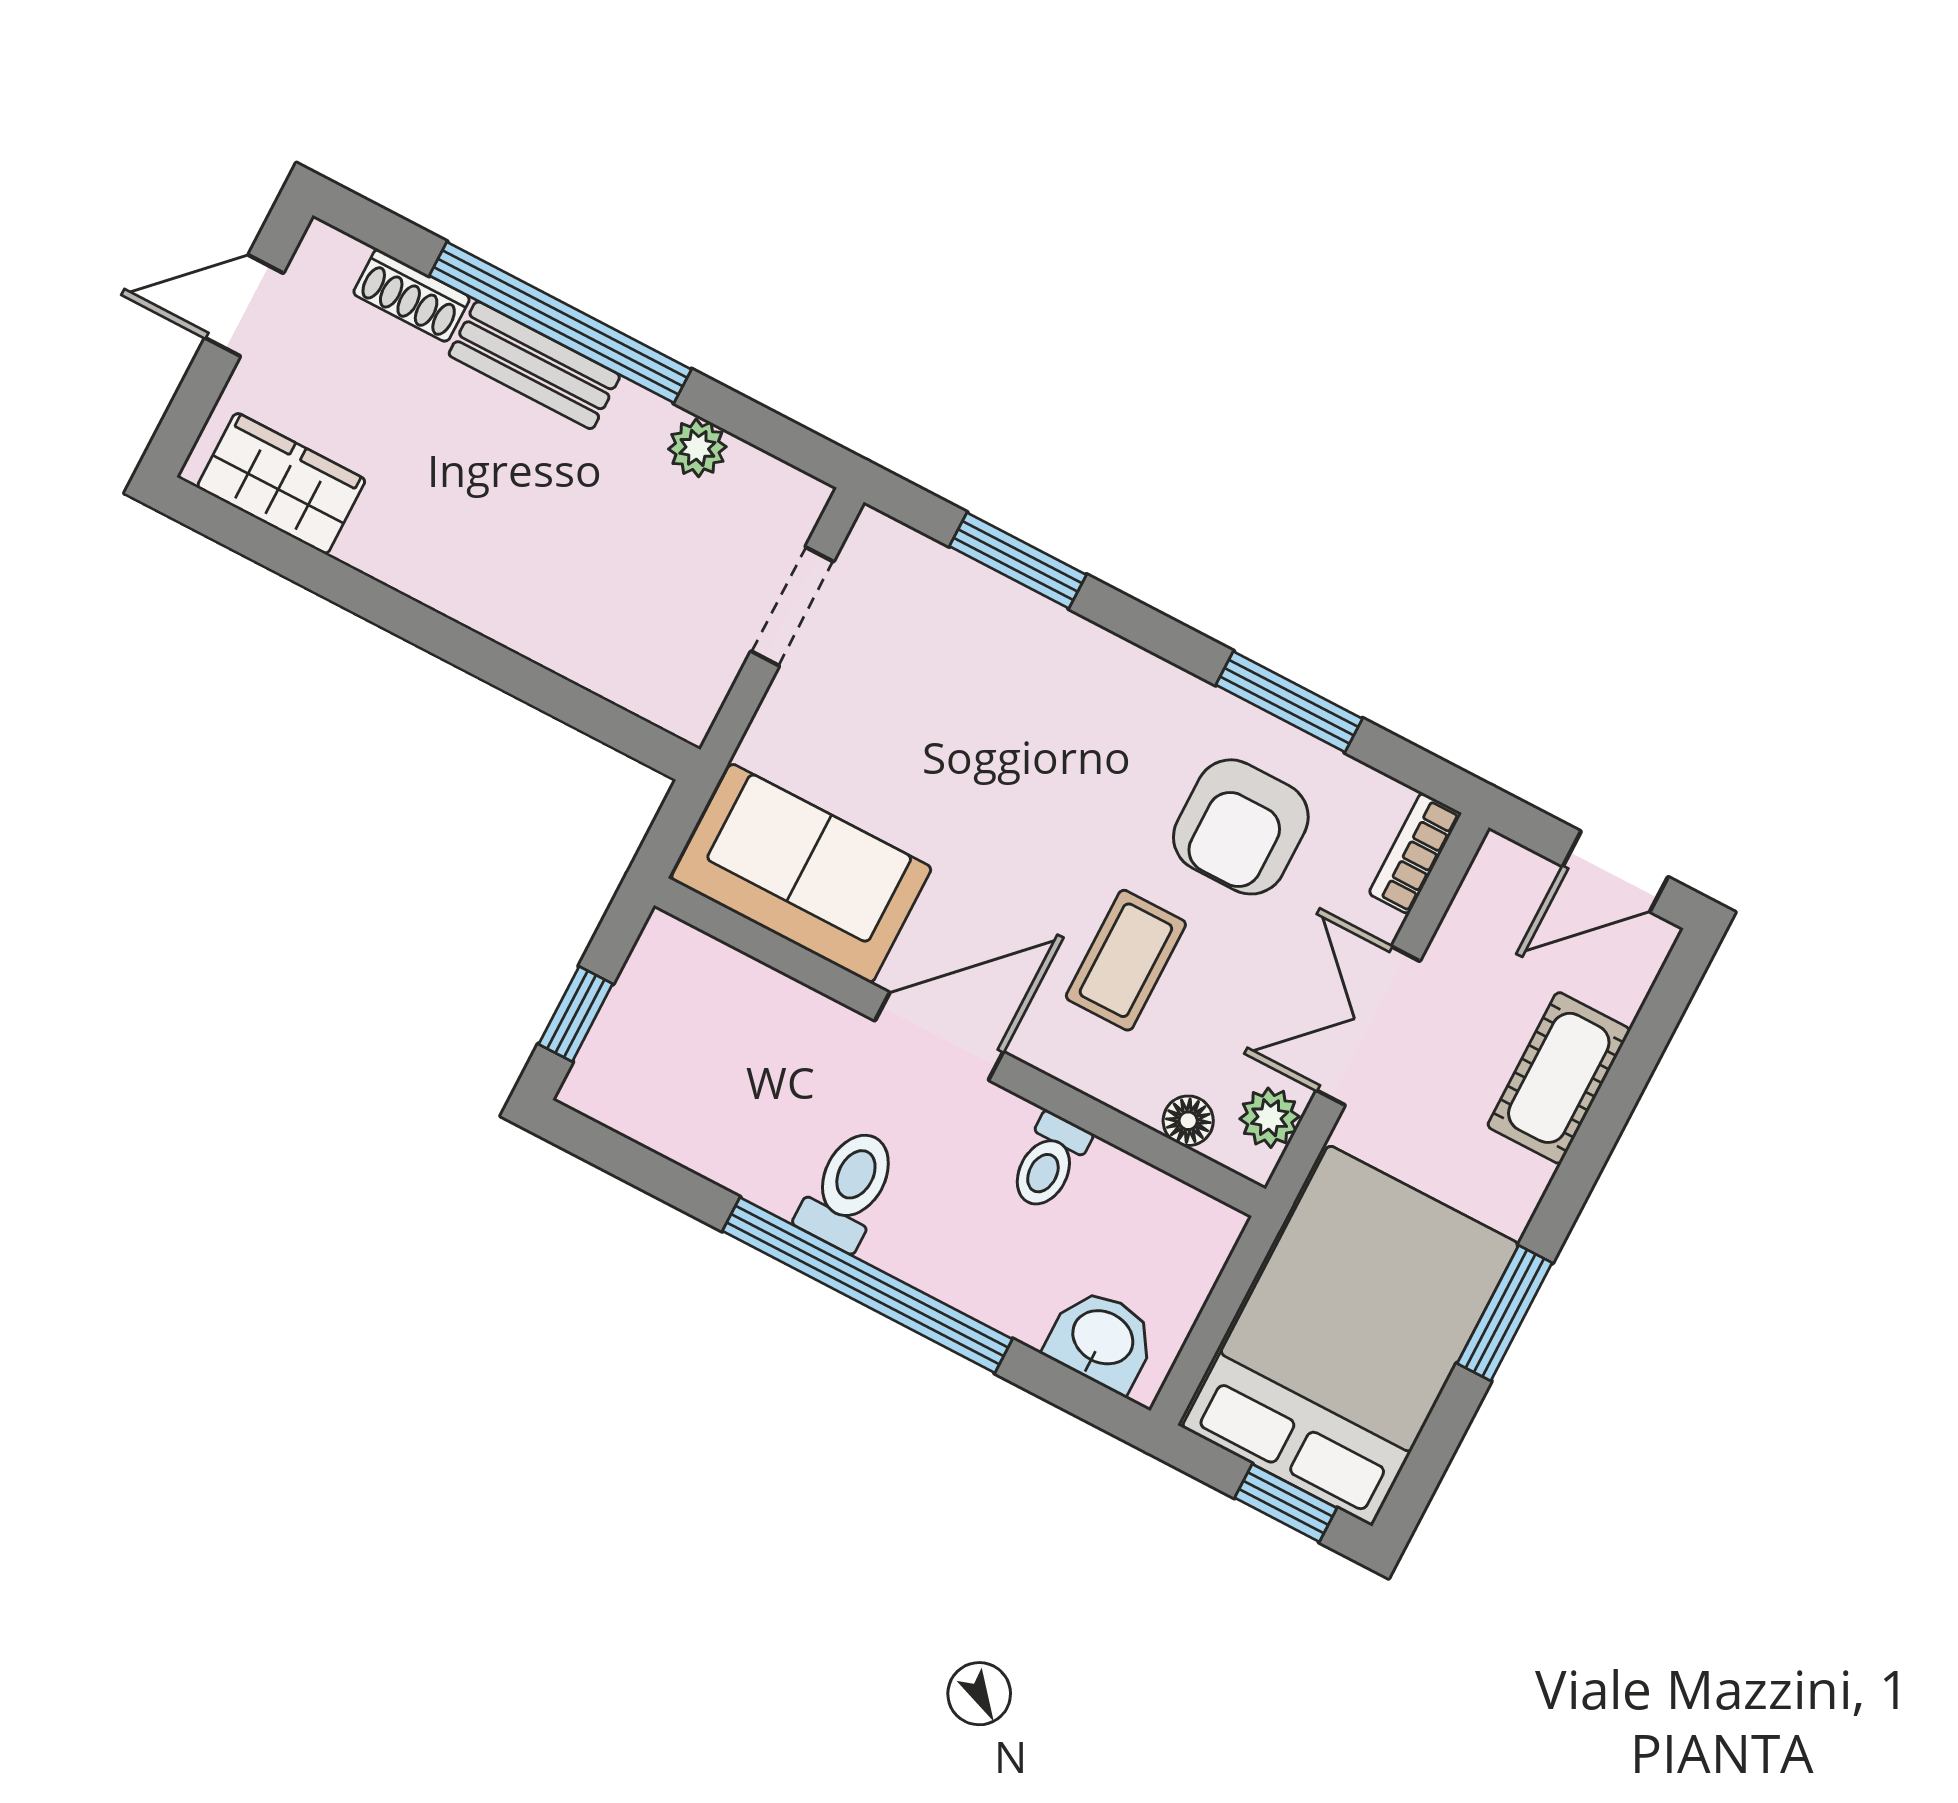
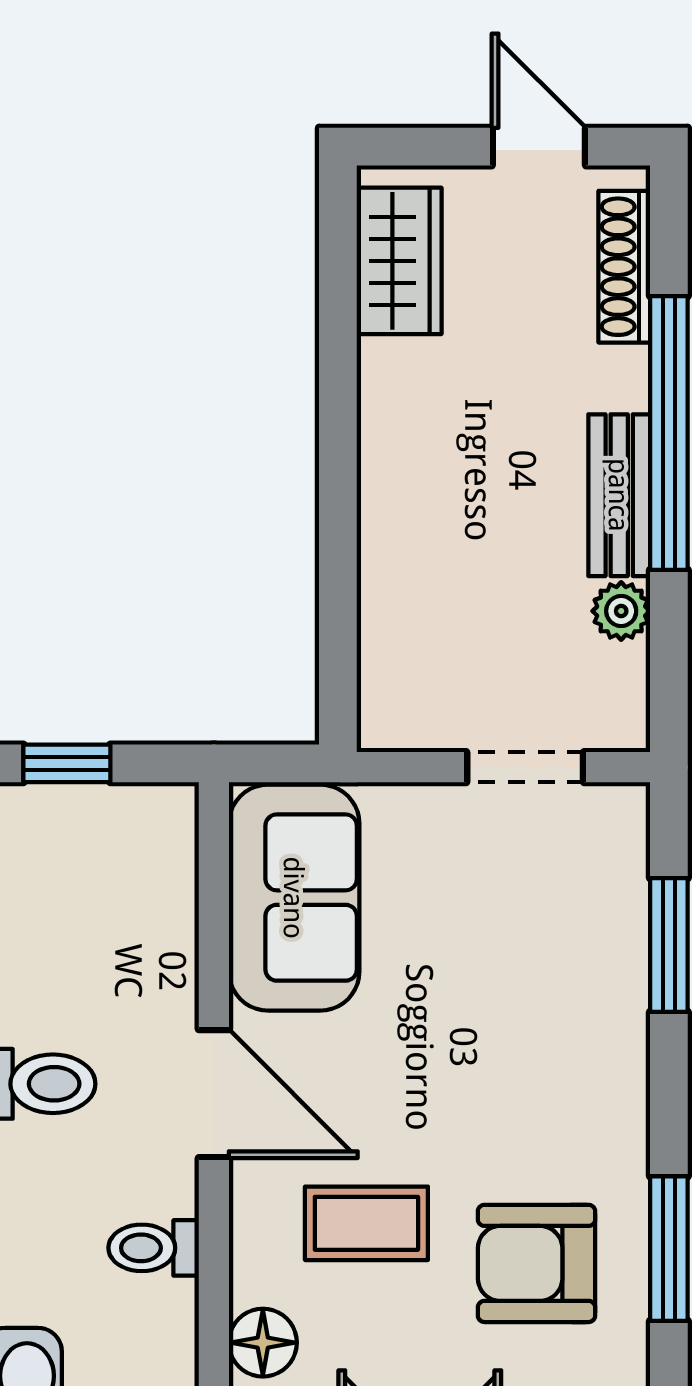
shoe rack: (412, 296) -> (624, 267), width x1.43
bench: (534, 365) -> (619, 495), moved
floor lamp: (1188, 1121) -> (263, 1343), width x1.37, depth x1.37

